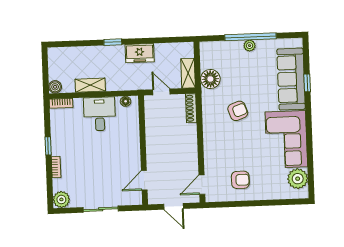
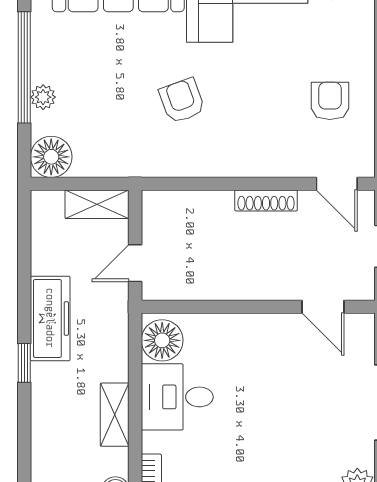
plant: (250, 46) -> (43, 97), moved
freezer: (140, 53) -> (50, 318), width x1.40
floor lamp: (210, 79) -> (51, 157), moved
floor lamp: (126, 101) -> (162, 340), width x1.89, depth x1.89
shoe rack: (191, 108) -> (266, 200), moved

